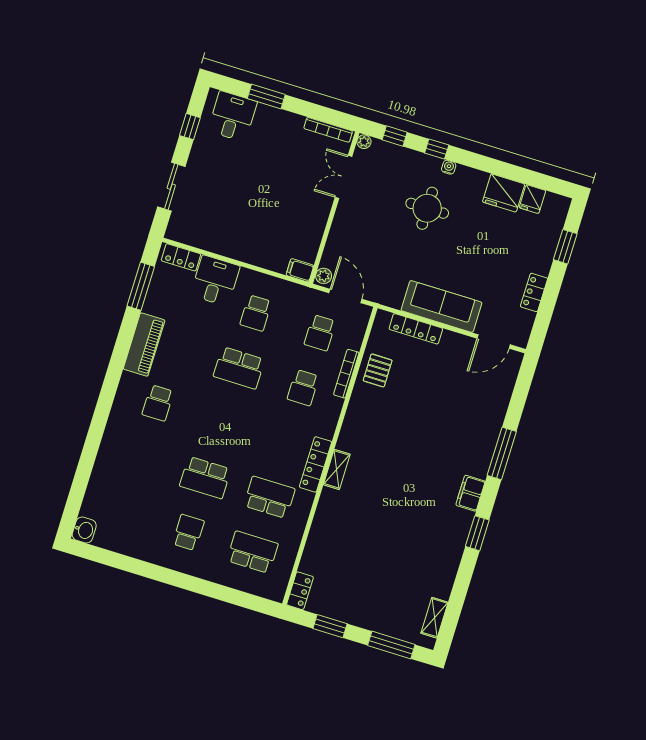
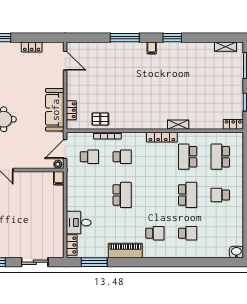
sofa: (441, 306) -> (55, 110), moved
school desk: (256, 313) -> (188, 233), moved
locker: (416, 329) -> (71, 110), width x0.66
shelving: (337, 469) -> (178, 125), moved
filing cabinet: (471, 493) -> (152, 48), width x0.50

